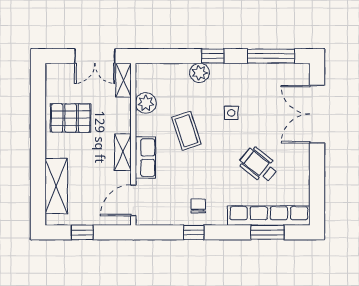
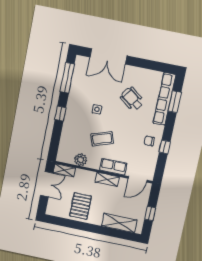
plant: (200, 73) -> (69, 124), removed
wheelchair: (259, 165) -> (132, 99), turned 87
door: (133, 200) -> (137, 179), hinge flipped

